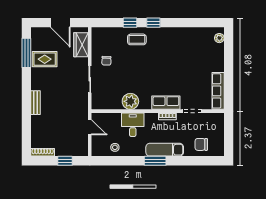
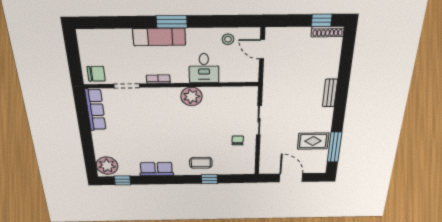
window: (153, 23) -> (122, 180), moved
plant: (219, 38) -> (107, 166), width x1.88, depth x1.88
wardrobe: (81, 45) -> (268, 156), removed
plant: (130, 101) -> (191, 96), moved
row of seats: (166, 103) -> (156, 169), moved, turned 180
door: (90, 127) -> (262, 49), moved
chair: (201, 144) -> (96, 74), moved
window: (65, 161) -> (322, 20), moved

